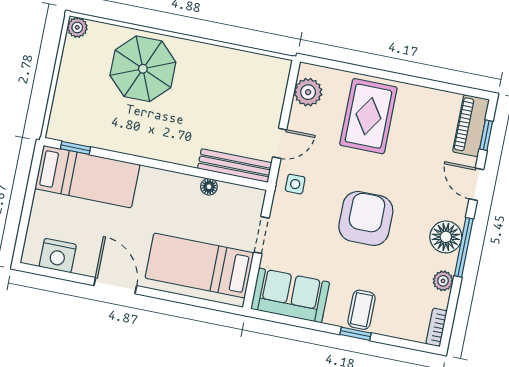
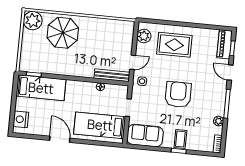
plant: (77, 27) -> (33, 21), width x1.88, depth x1.88
rug: (368, 116) -> (174, 45), turned 90
floor lamp: (446, 237) -> (218, 100), removed
nightstand: (58, 256) -> (21, 119), moved, turned 90

